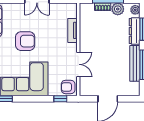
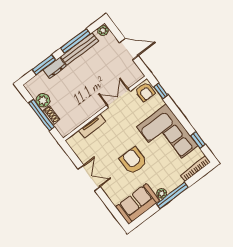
plant: (135, 10) -> (103, 30), moved
dresser: (135, 31) -> (55, 68), width x0.70

